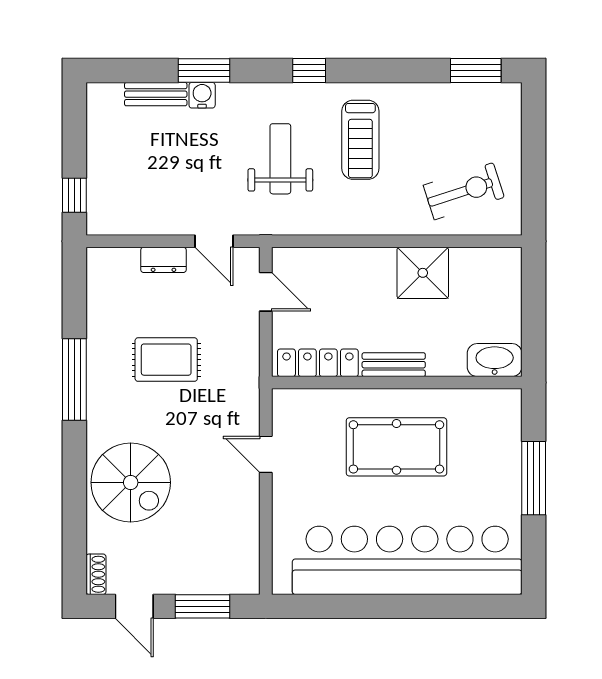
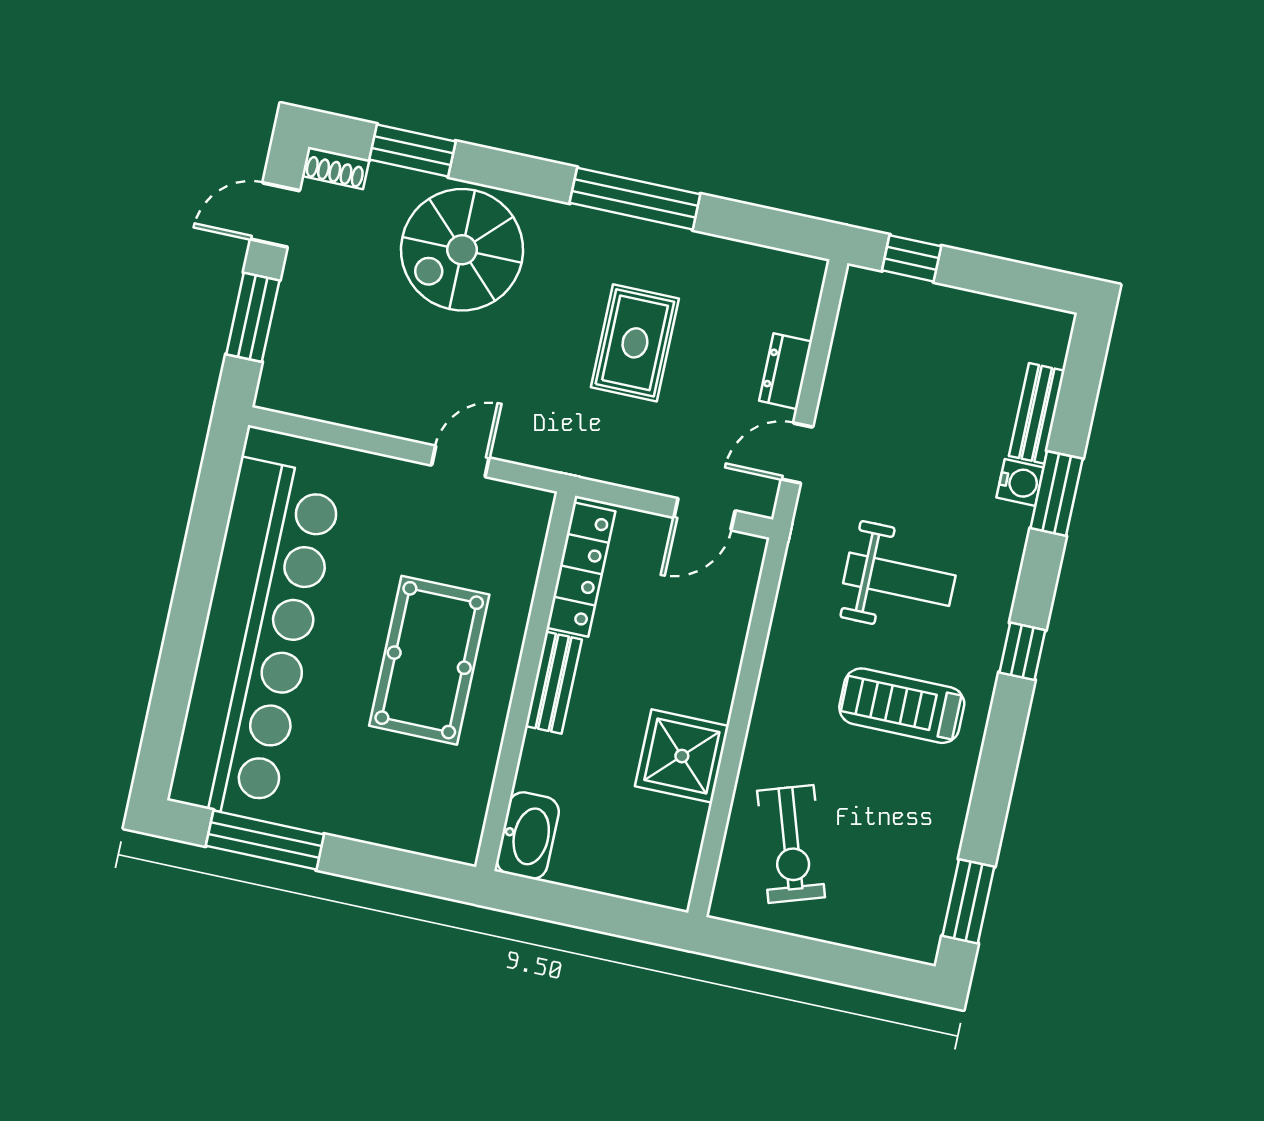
window: (534, 478) -> (265, 840), moved
window: (74, 528) -> (412, 150), added

